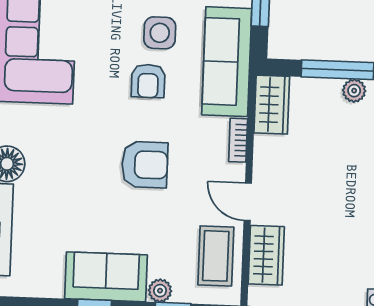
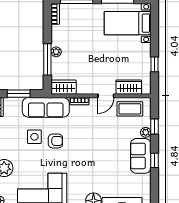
armchair: (145, 165) -> (92, 141), removed

